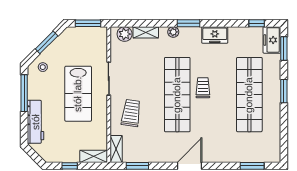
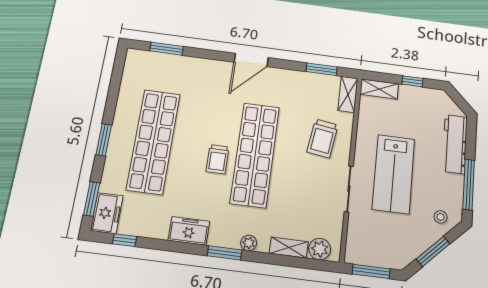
lab bench: (78, 94) -> (393, 174), turned 180

